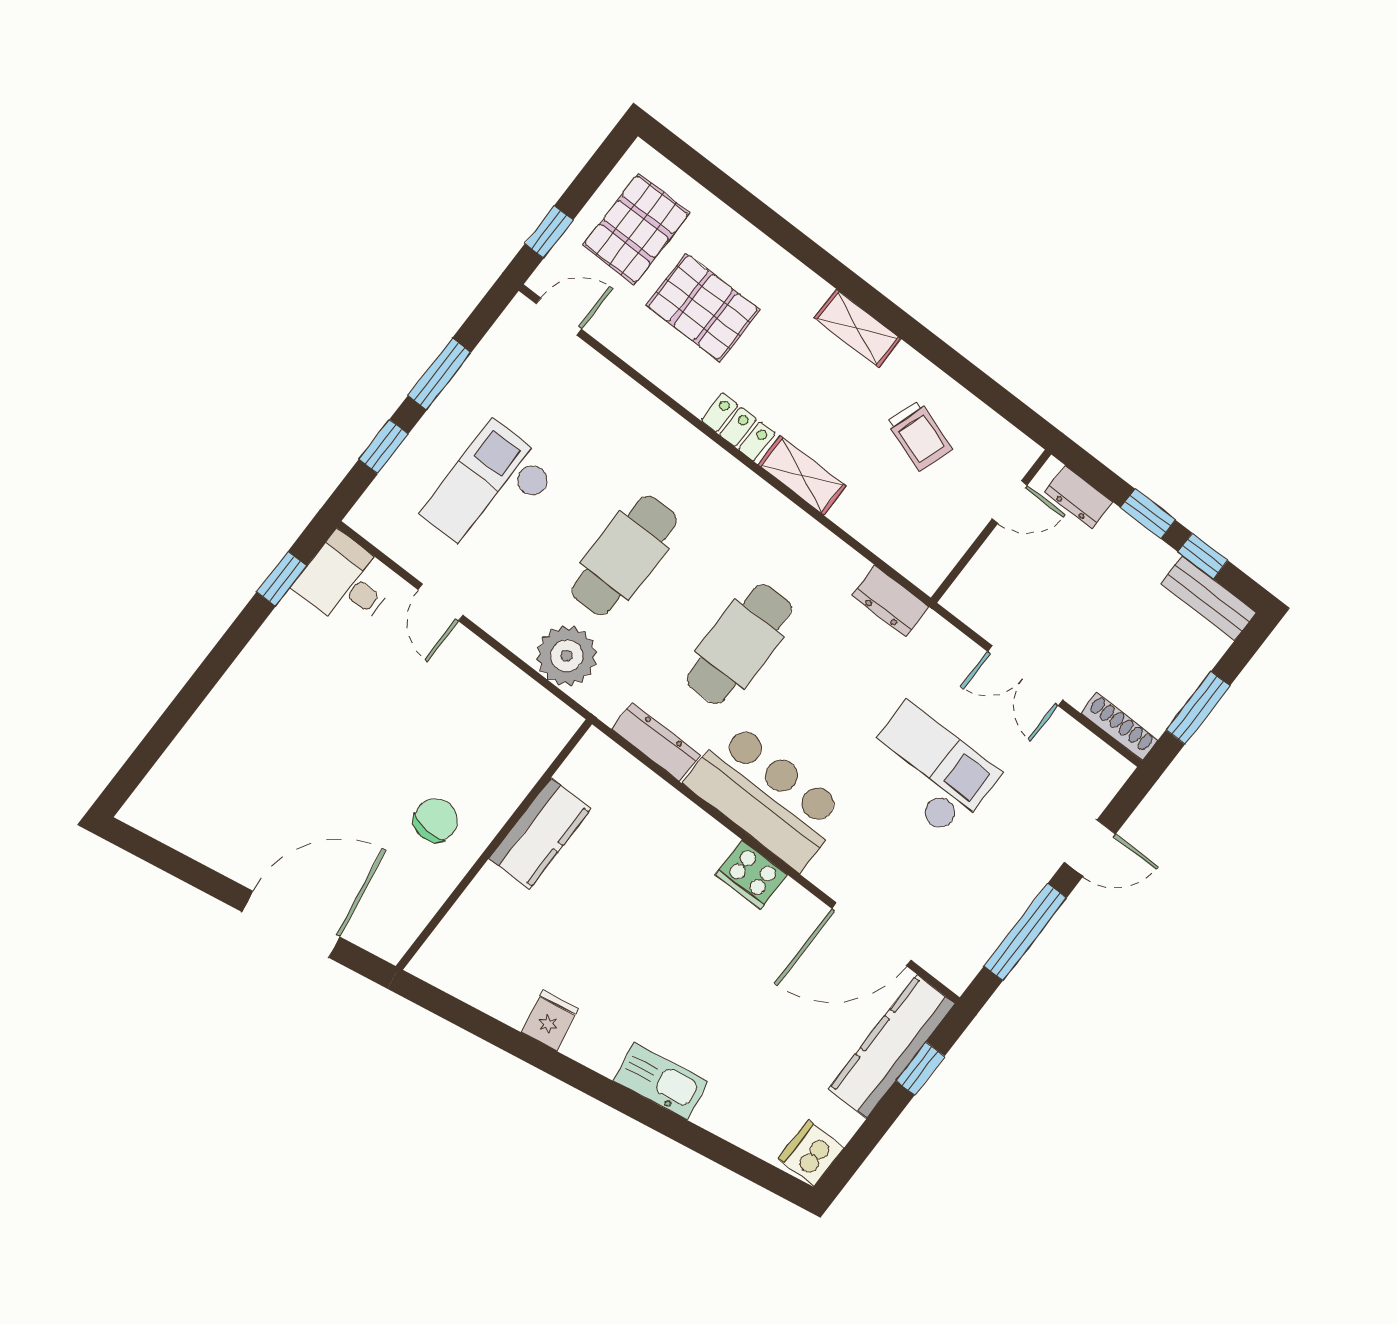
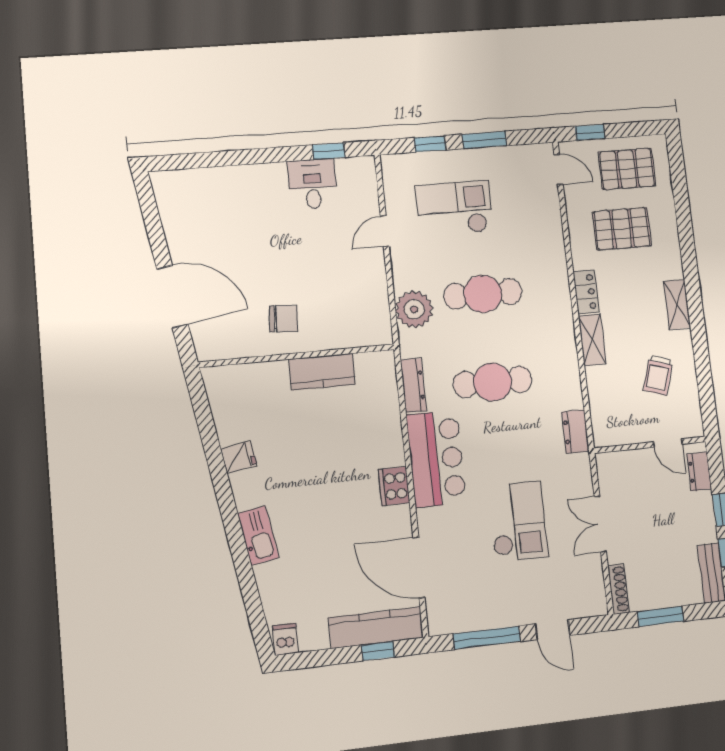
pallet: (703, 307) -> (622, 229), turned 90
desk: (346, 582) -> (312, 184), moved
dishwasher: (811, 1153) -> (286, 639), width x0.73

